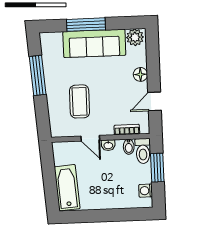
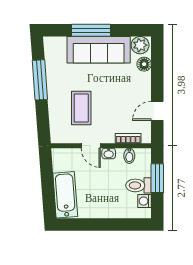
floor lamp: (140, 74) -> (144, 64), moved
toilet: (143, 151) -> (139, 185), moved, turned 90

